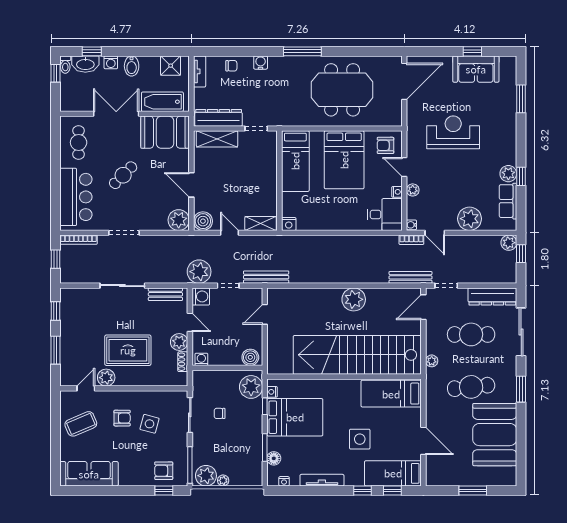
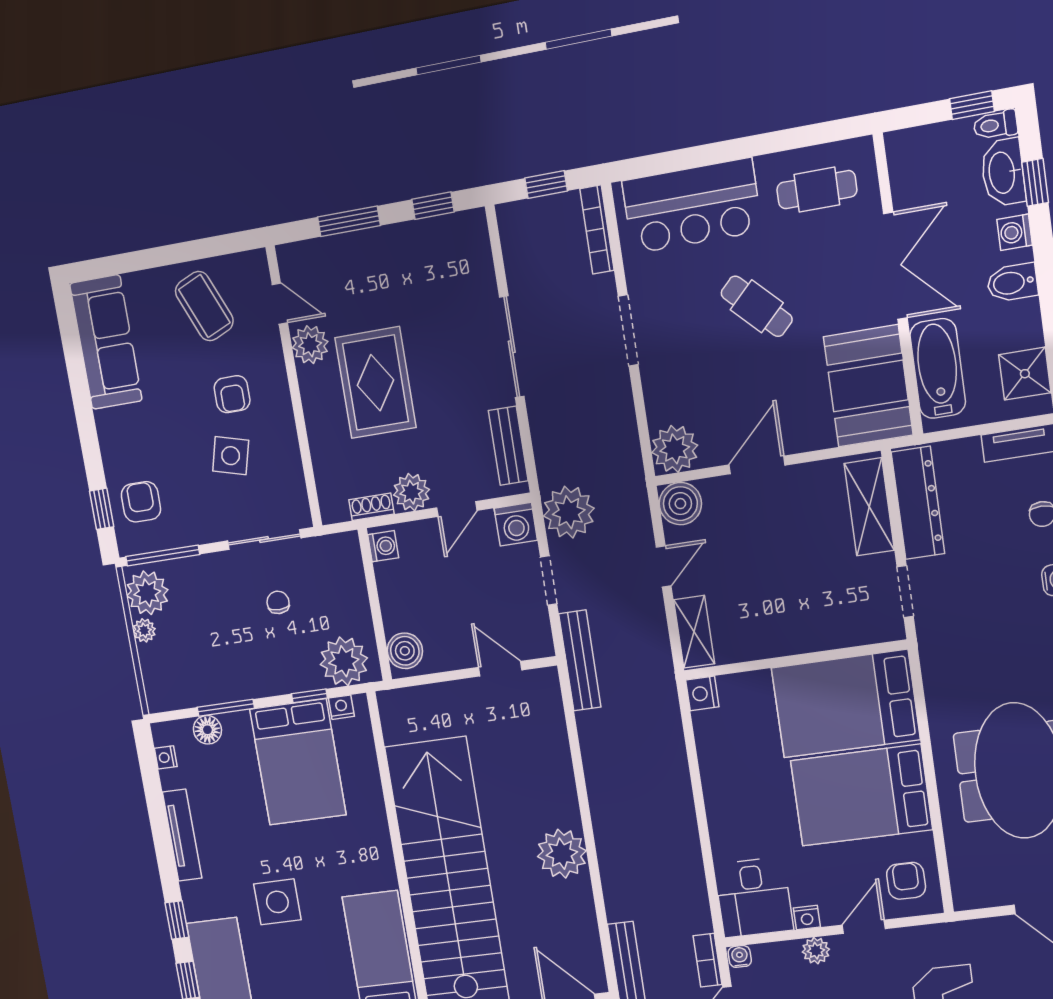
bed: (295, 161) -> (846, 704), width x1.50

